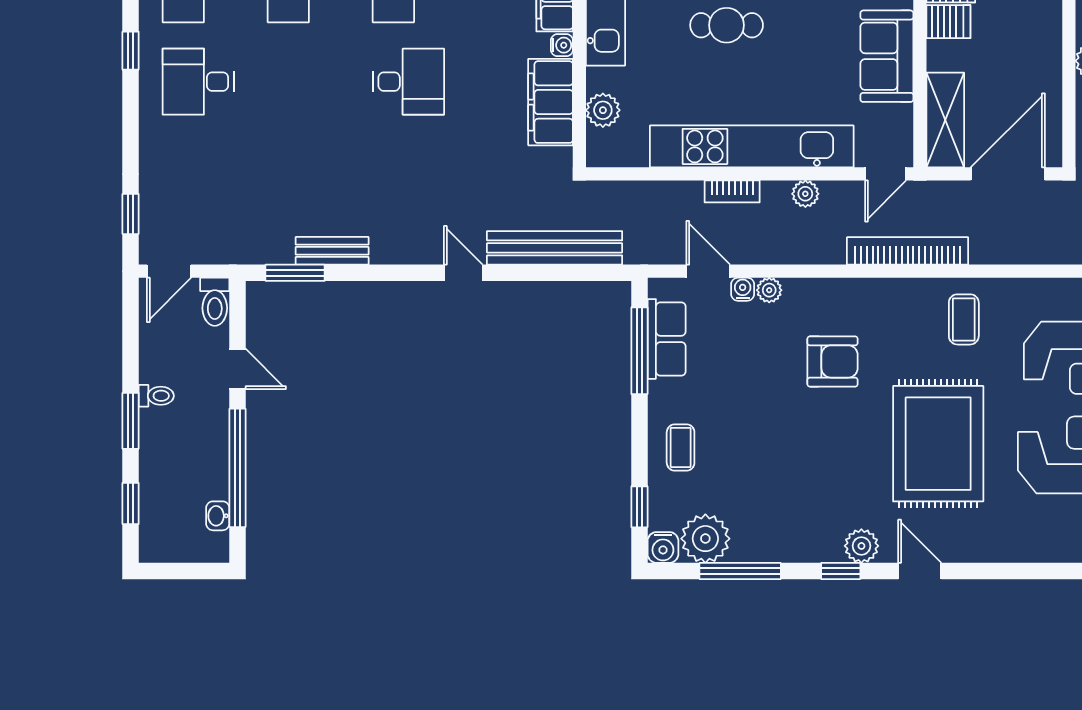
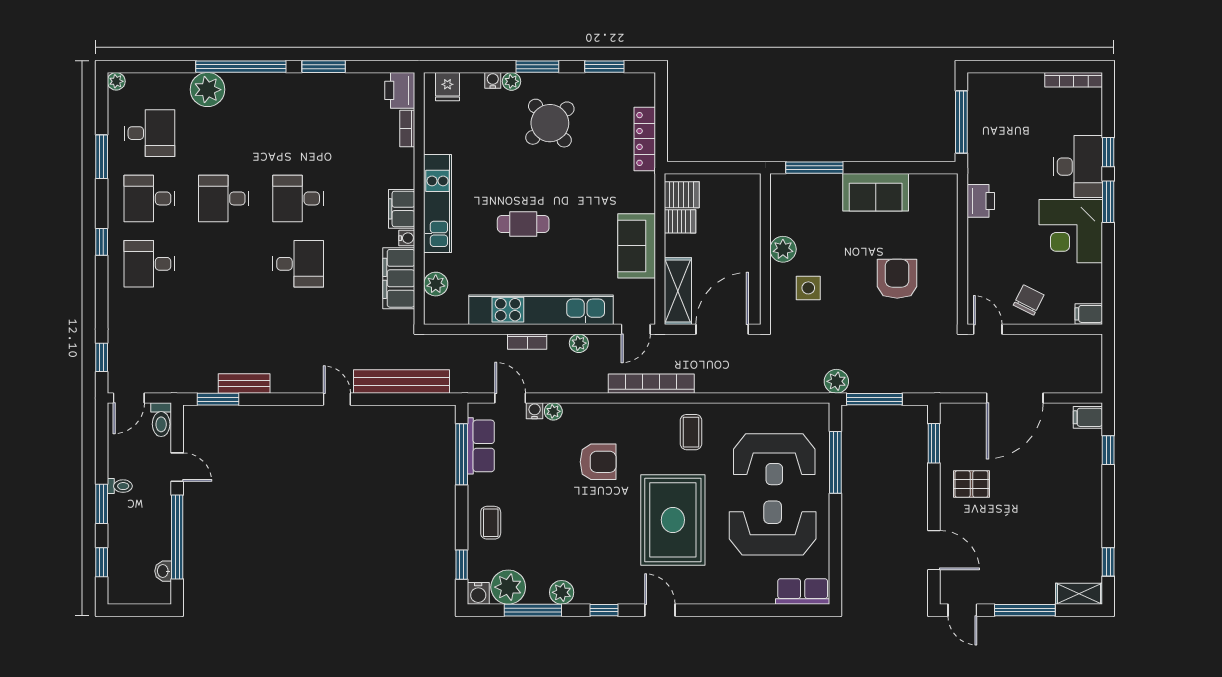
plant: (861, 546) -> (562, 592), moved

